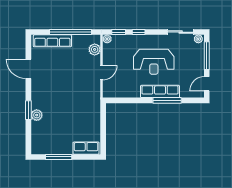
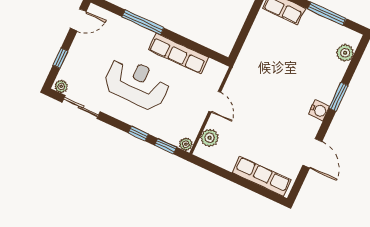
window: (71, 32) -> (231, 177), removed
window: (207, 56) -> (60, 58), width x0.46
door: (102, 73) -> (215, 102), swing flipped
row of seats: (160, 91) -> (178, 54), moved
water cooler: (36, 97) -> (319, 110), added
plant: (37, 115) -> (345, 53), moved

